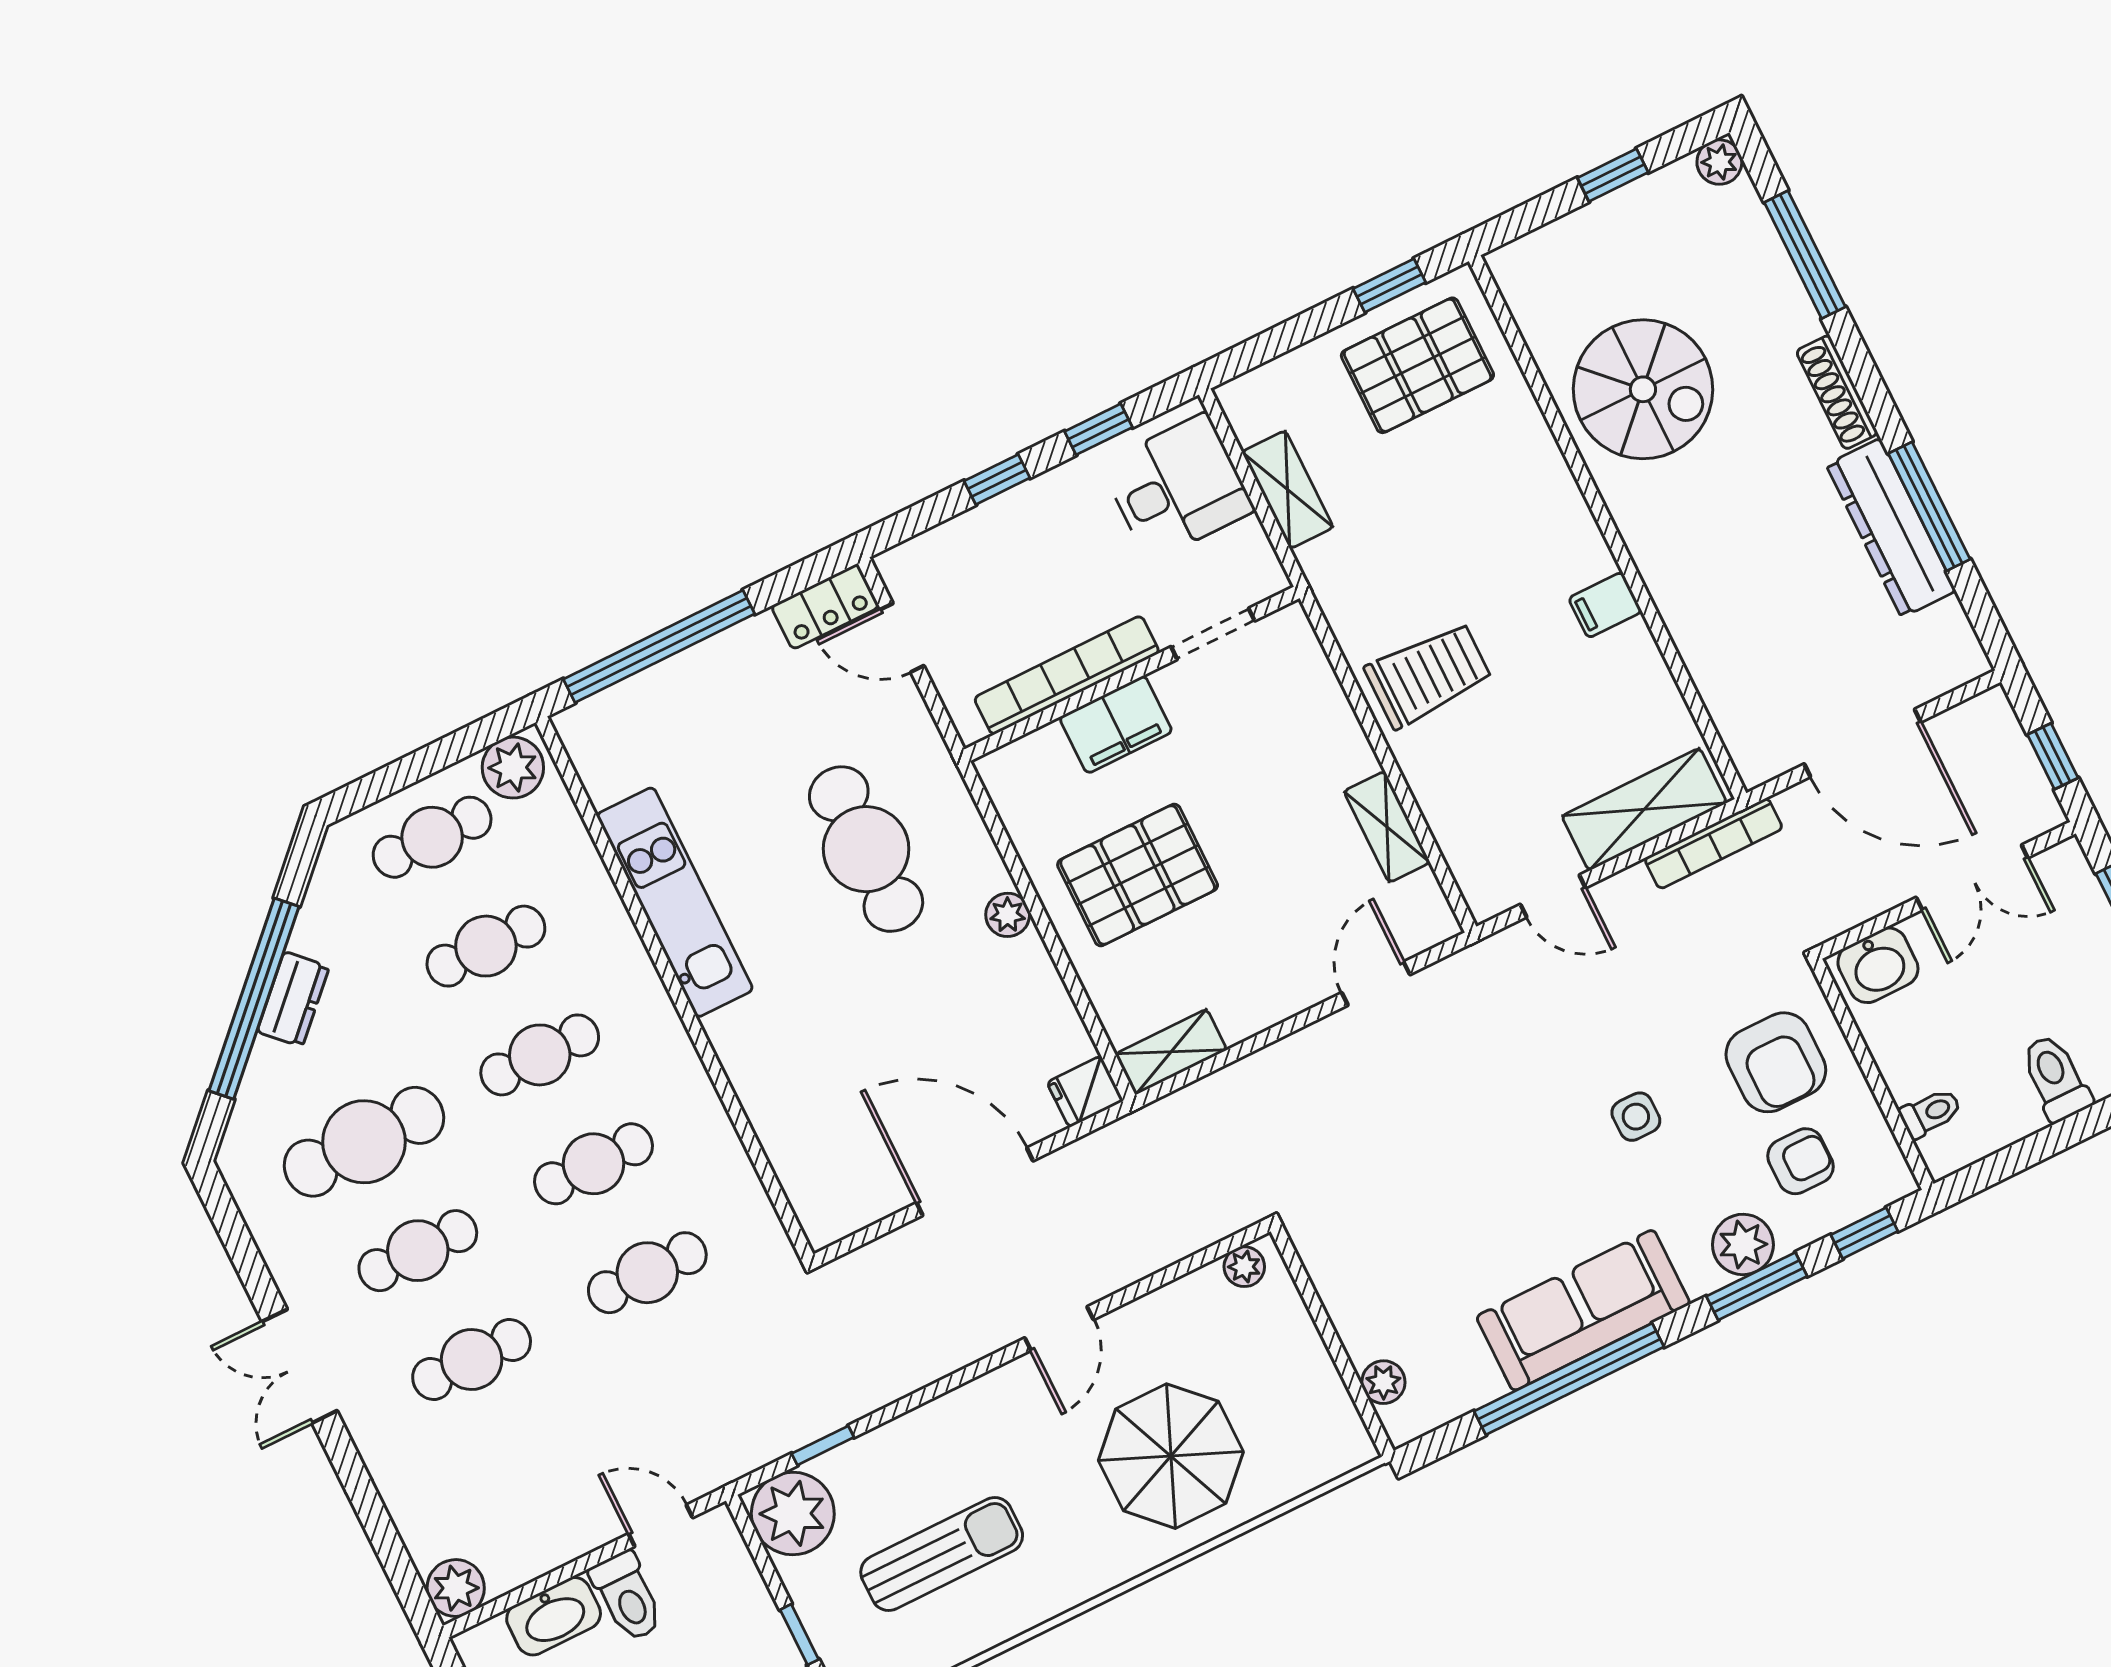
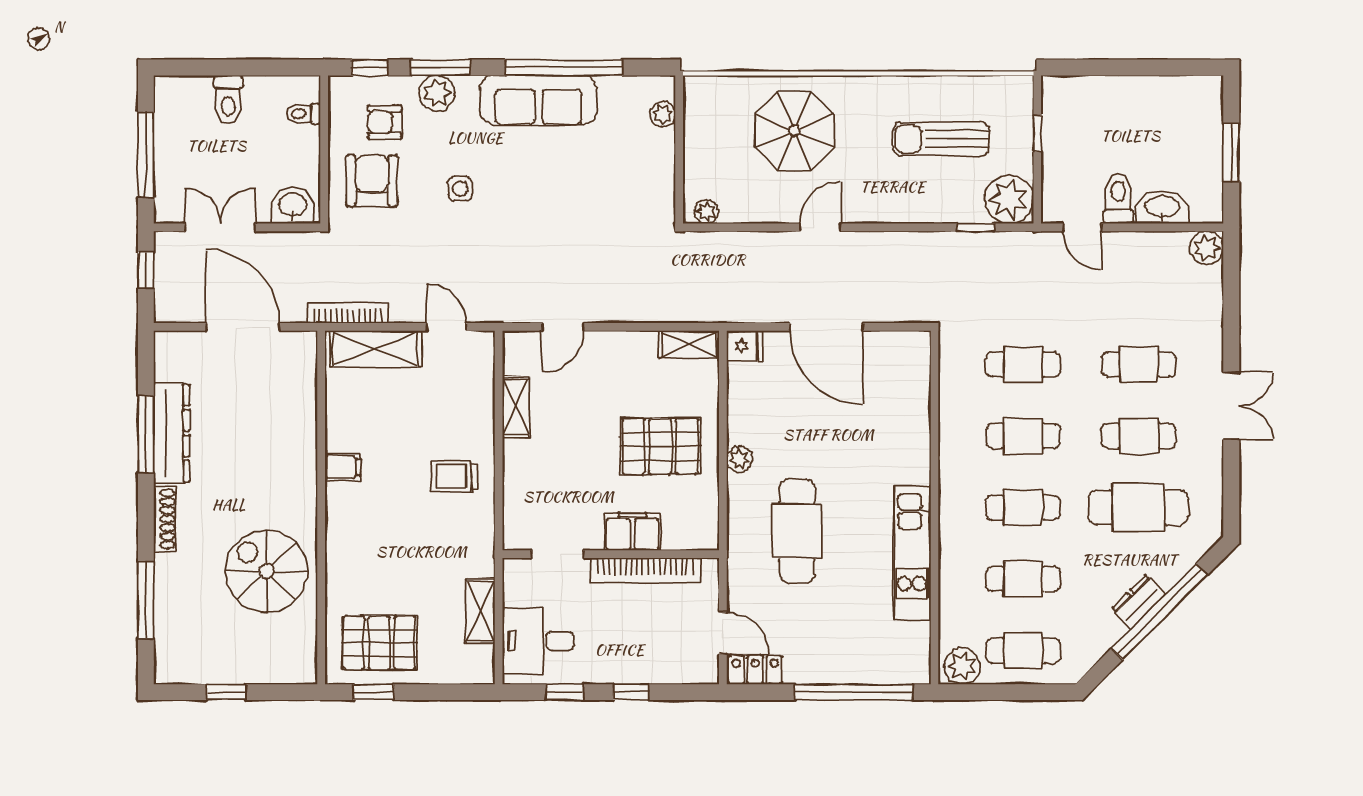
plant: (1719, 162) -> (167, 671), removed
trolley: (1428, 675) -> (454, 476), width x0.73, depth x0.72

